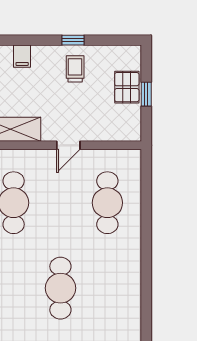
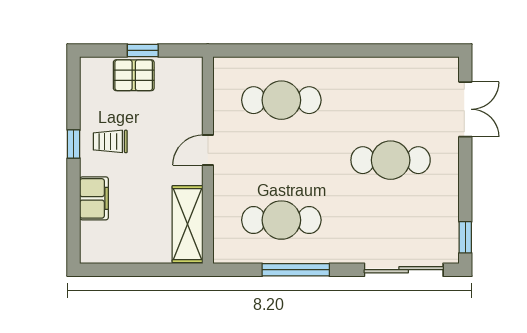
filing cabinet: (22, 56) -> (94, 198), width x2.00
door: (68, 145) -> (208, 150), swing flipped

